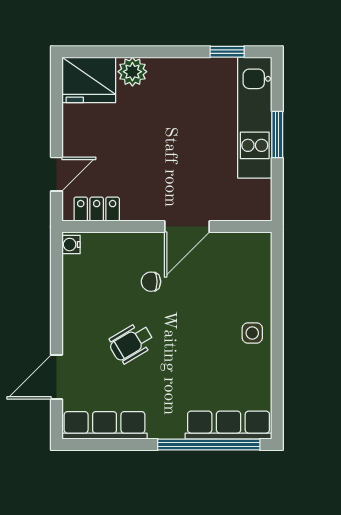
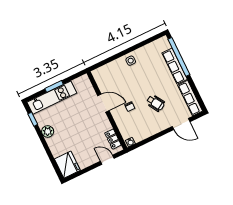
plant: (132, 72) -> (48, 131), moved
row of seats: (229, 425) -> (175, 66), moved

